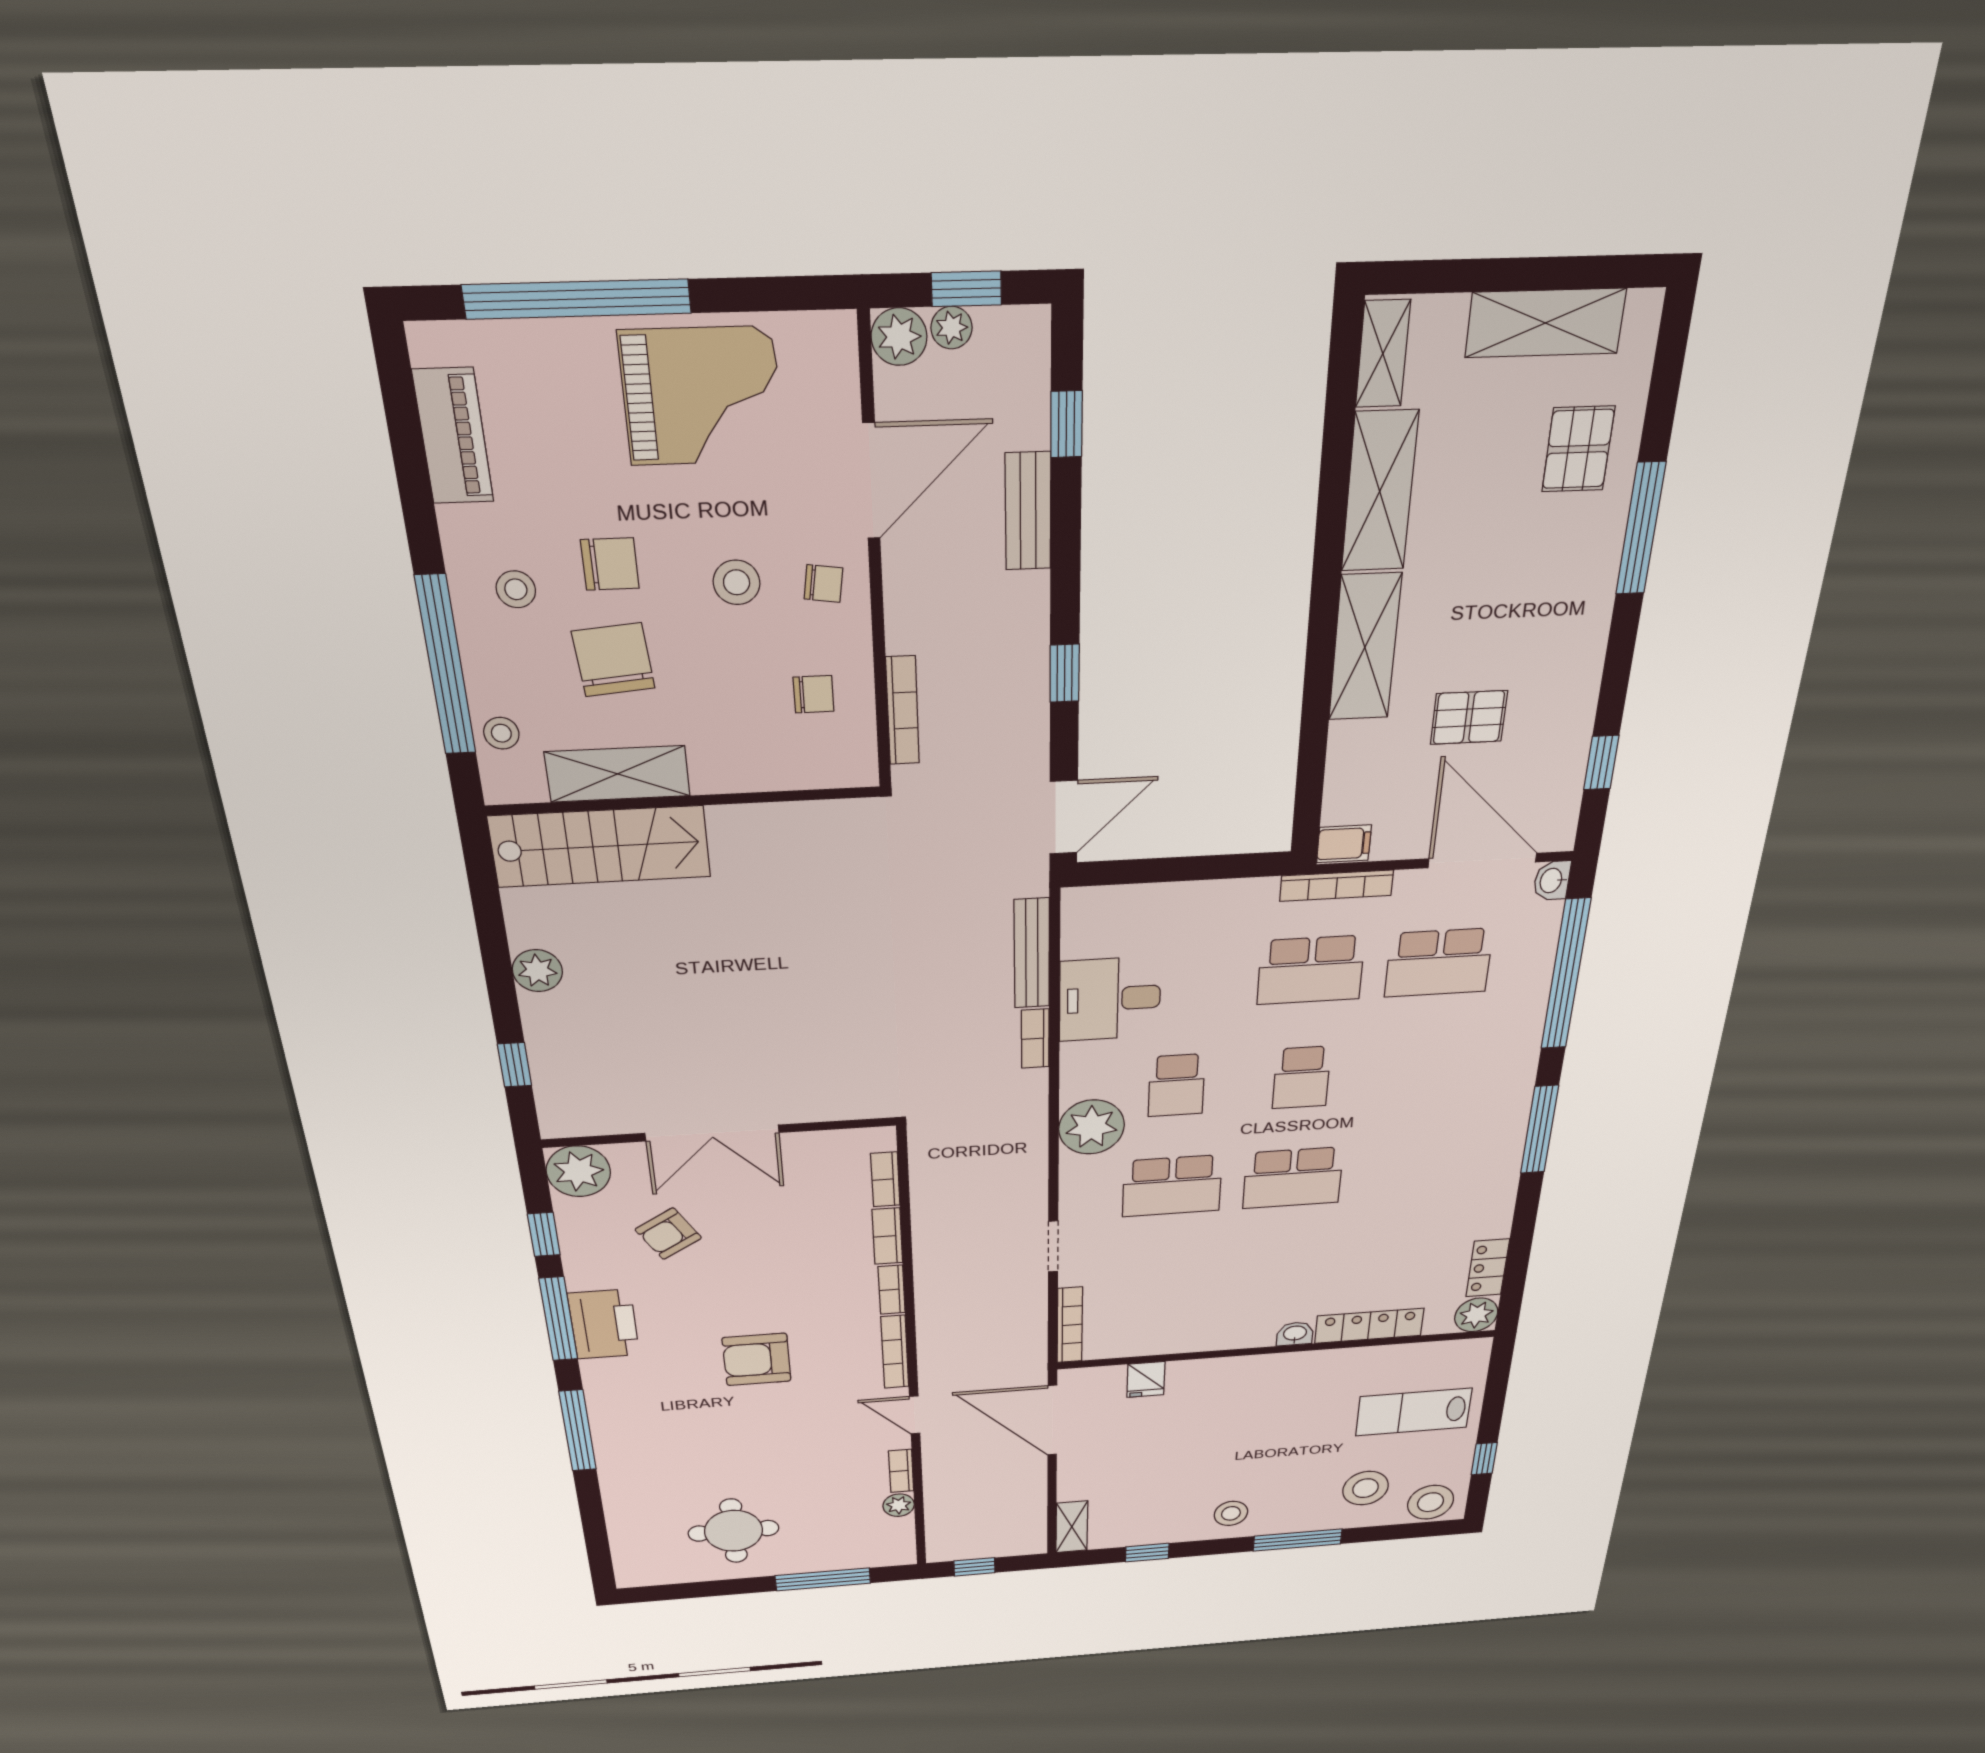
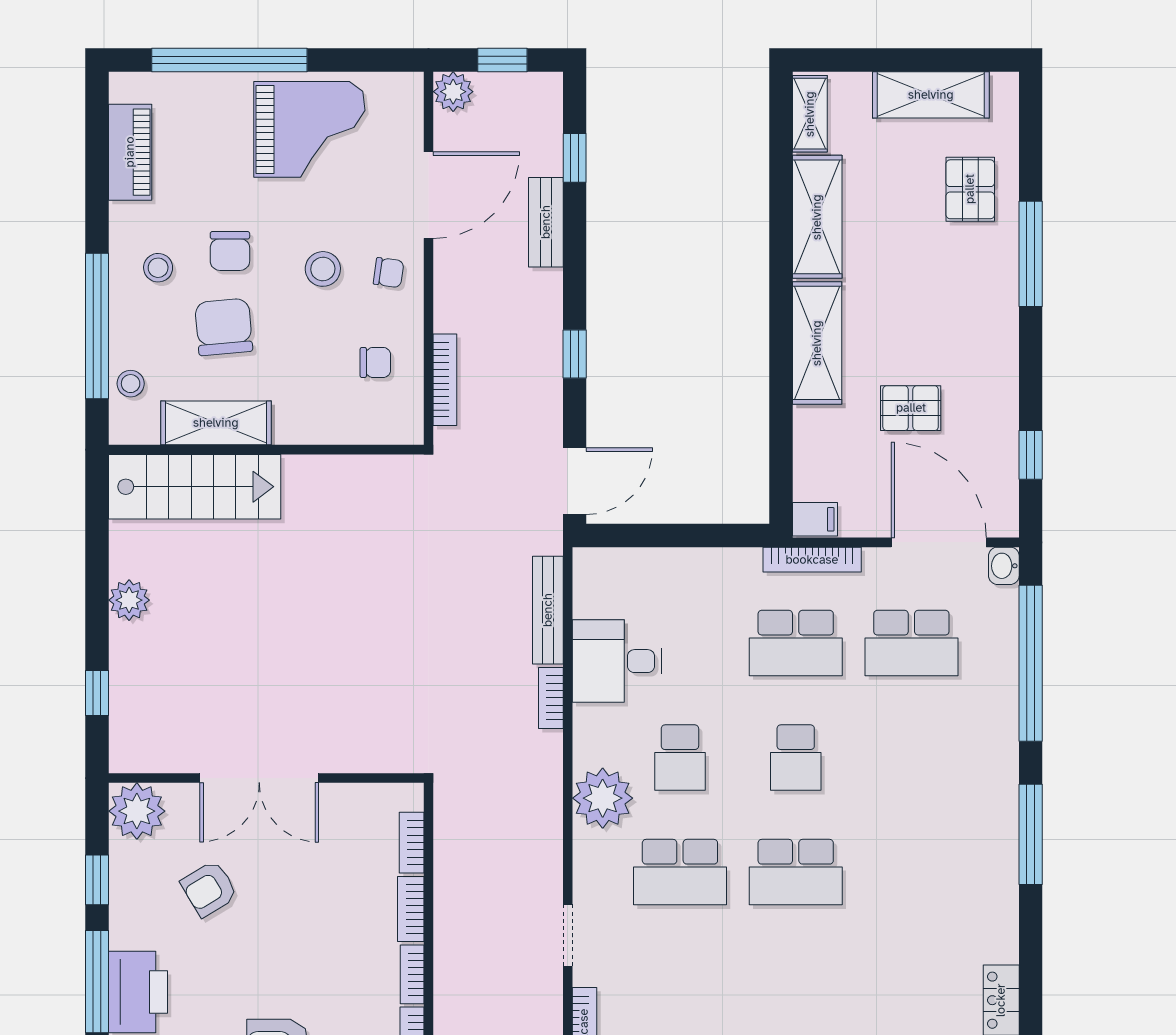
plant: (952, 328) -> (491, 86), removed
chair: (610, 564) -> (230, 251), turned 90

